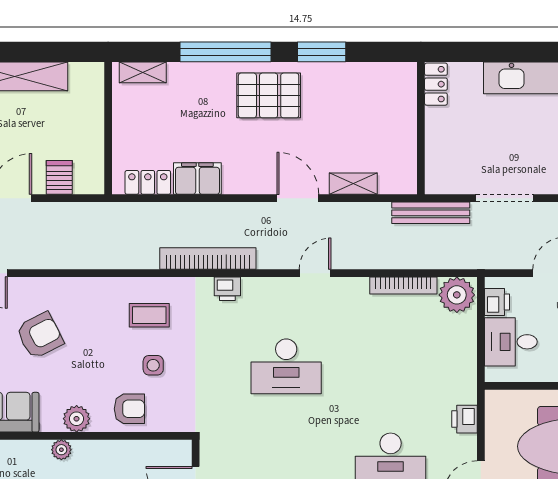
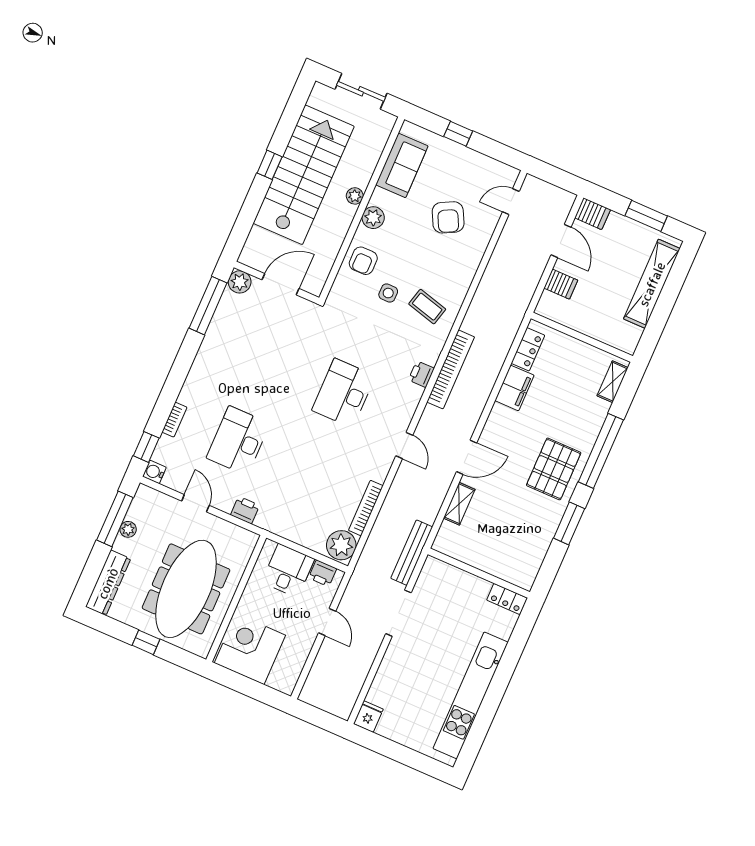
coffee table: (149, 315) -> (427, 307), turned -75

